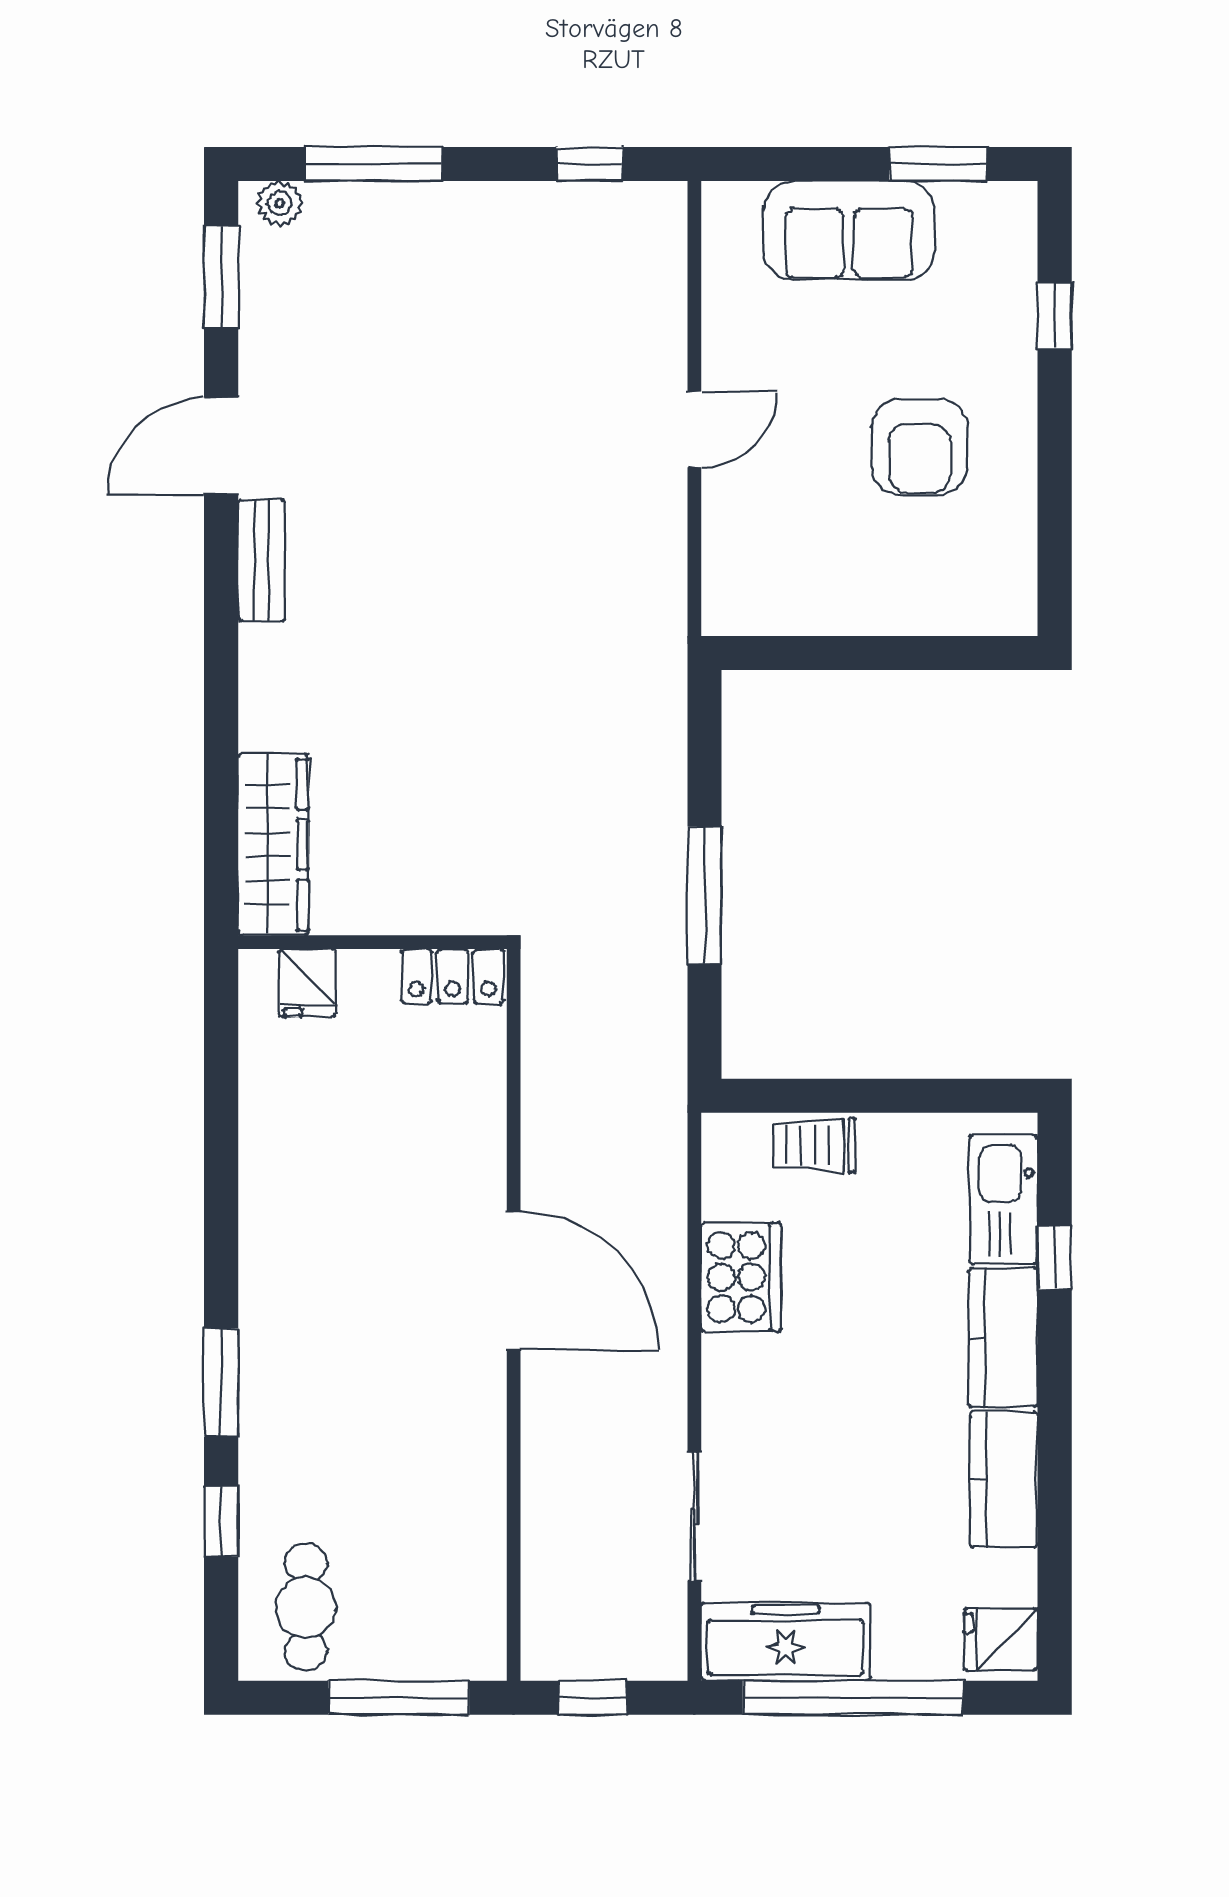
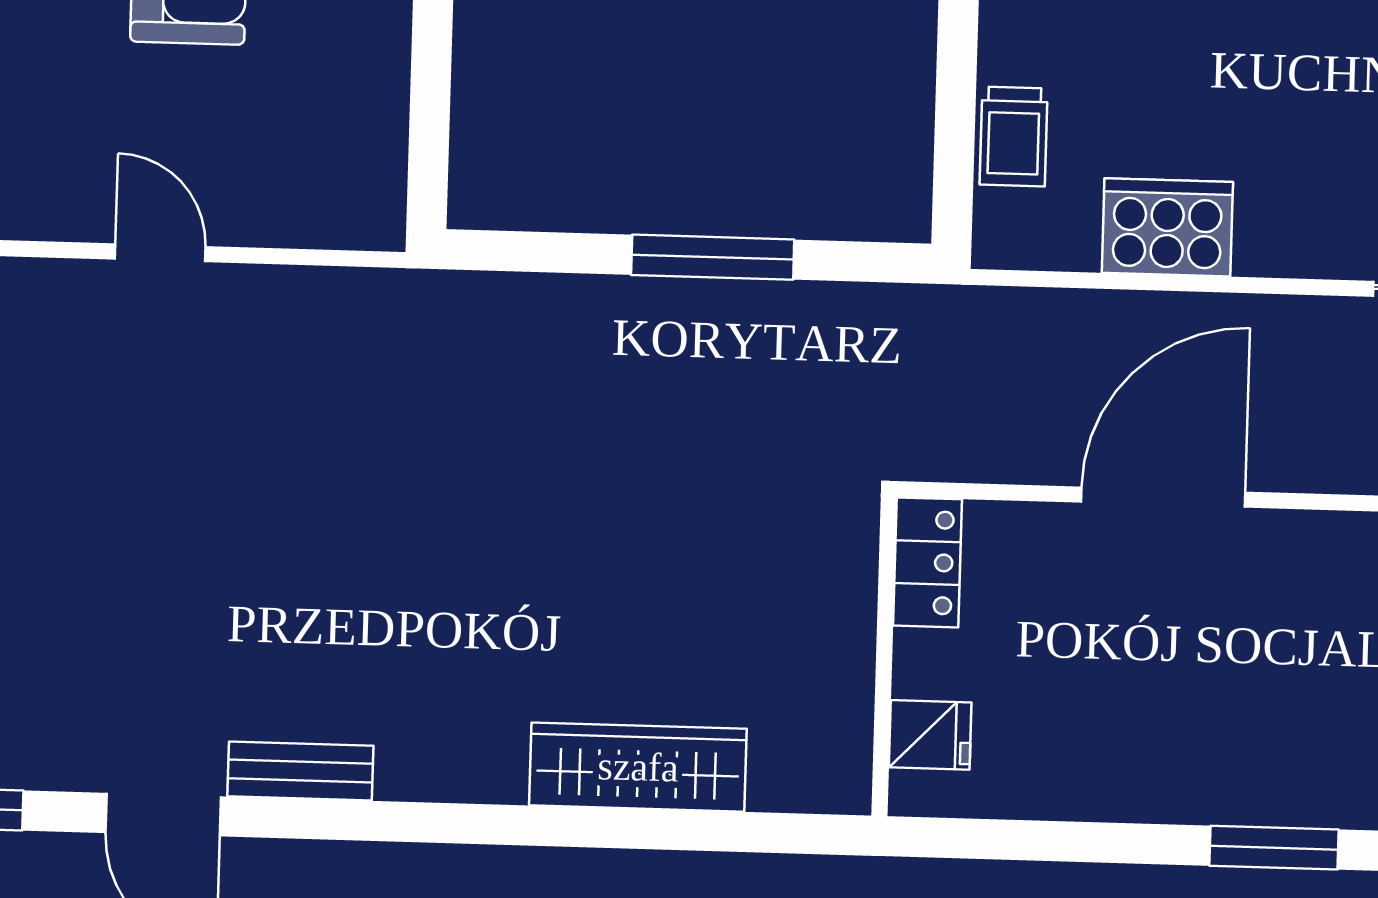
wall: (372, 942) -> (884, 656), moved
locker: (453, 976) -> (927, 562), moved
fridge: (307, 983) -> (930, 735), moved

